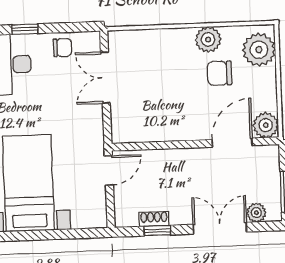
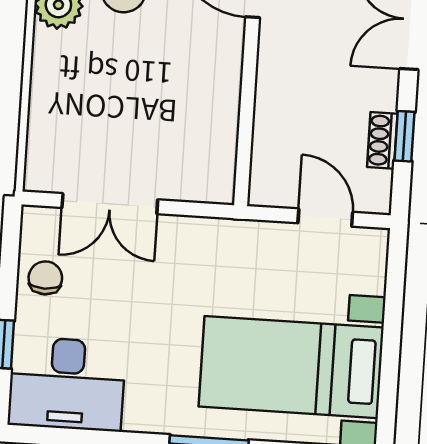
door: (109, 170) -> (325, 218), moved

